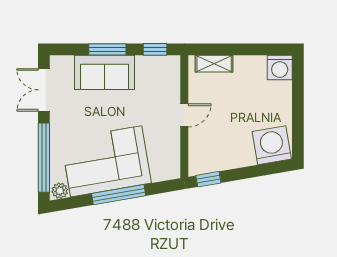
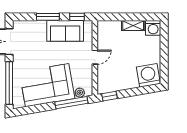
shelving: (214, 64) -> (133, 26), moved
sofa: (105, 72) -> (65, 31), moved
plant: (60, 191) -> (80, 93), moved
window: (119, 195) -> (71, 103), moved

